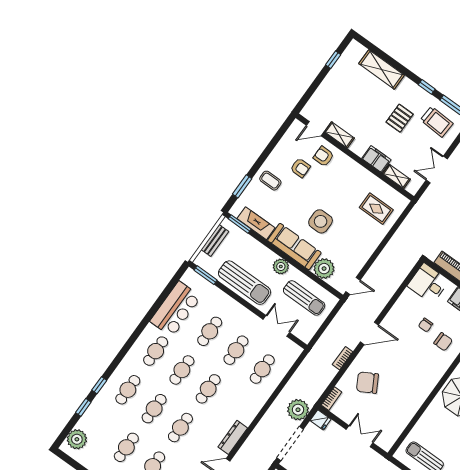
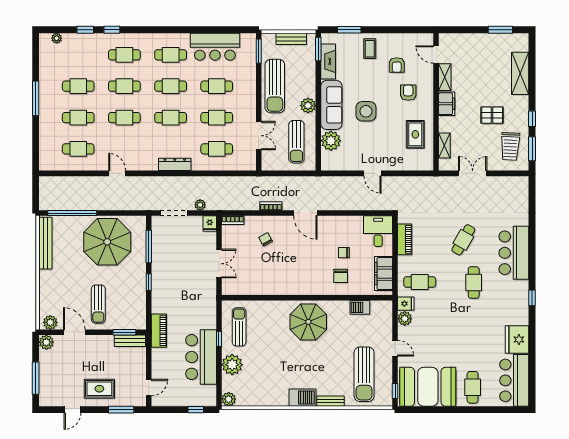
window: (333, 60) -> (500, 30), width x1.50
armchair: (324, 156) -> (408, 93), moved
filing cabinet: (376, 159) -> (447, 104), moved
rug: (376, 209) -> (415, 134), moved
door: (353, 286) -> (373, 173), moved
chair: (367, 383) -> (266, 239), width x0.54, depth x0.54
plant: (298, 410) -> (200, 205), width x0.53, depth x0.53
dresser: (233, 437) -> (175, 164), moved
plant: (77, 439) -> (57, 38), width x0.53, depth x0.53
doorway: (290, 444) -> (174, 213), width x0.73

